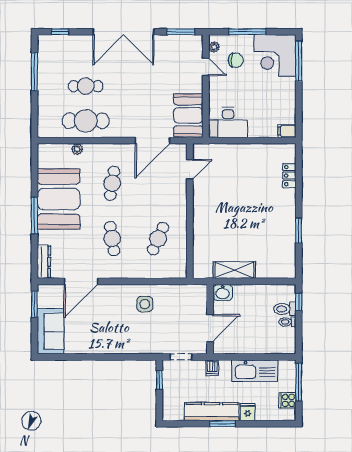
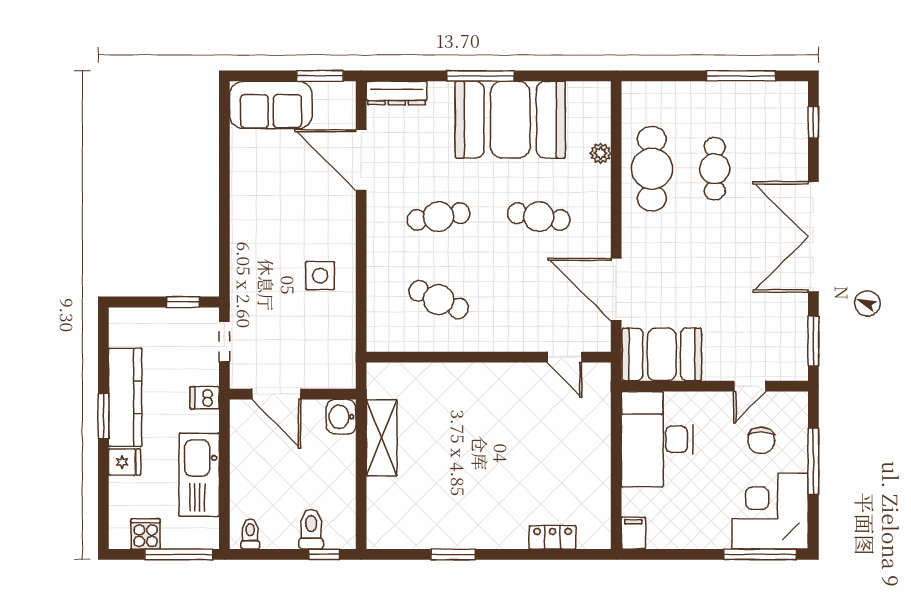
plant: (214, 47) -> (785, 401), removed
desk: (228, 122) -> (657, 439), width x1.36, depth x1.30
toilet: (287, 322) -> (250, 534), moved

